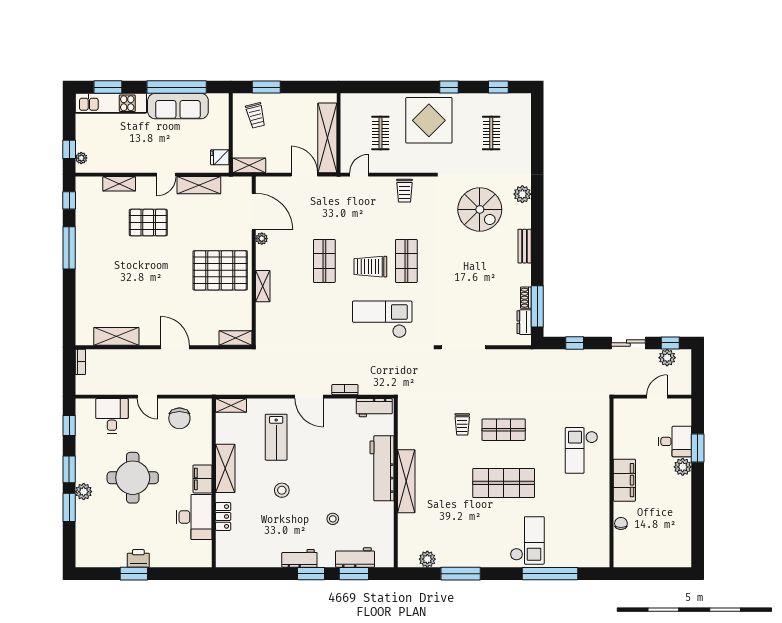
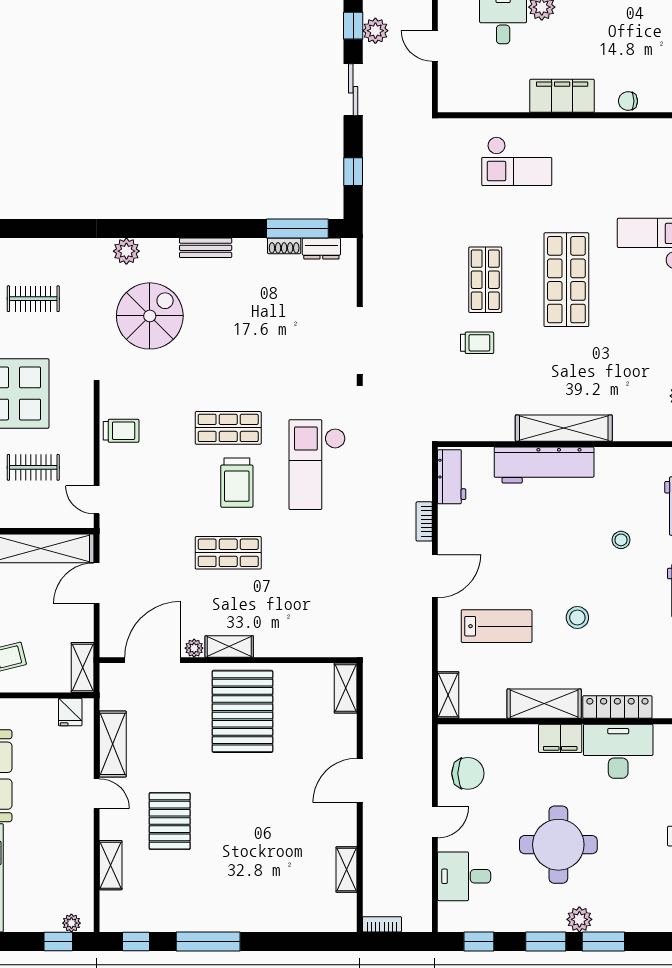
shelving: (263, 286) -> (229, 647), moved
shelving: (116, 336) -> (347, 870), width x0.67, depth x0.75
locker: (223, 516) -> (617, 707), width x1.53

